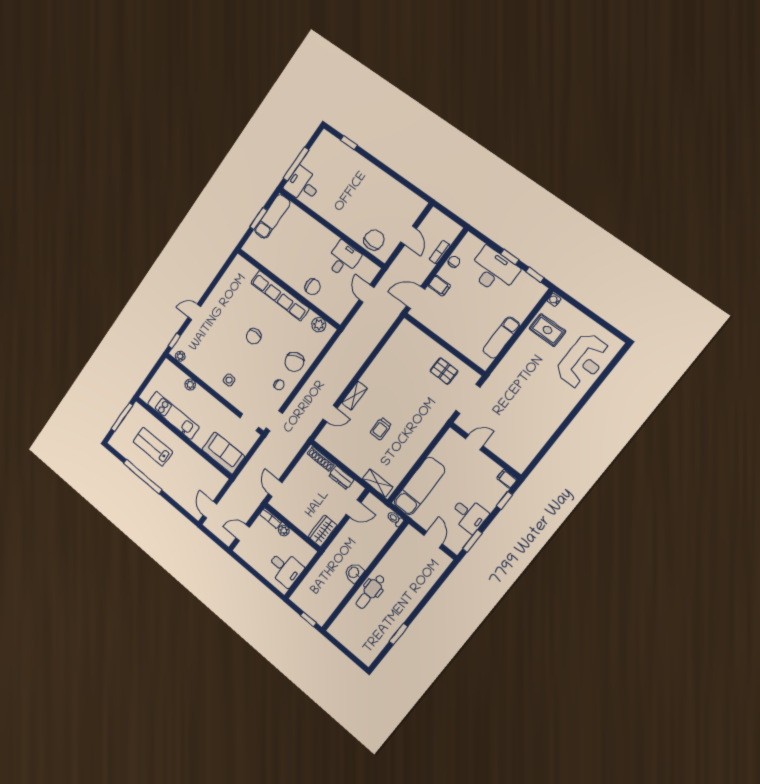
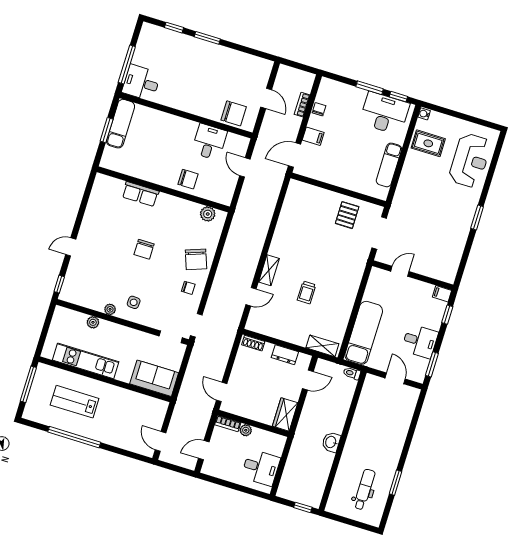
window: (375, 161) -> (207, 38), added
chair: (374, 240) -> (234, 113), turned 90
window: (510, 257) -> (370, 88), width x1.50
desk: (493, 271) -> (385, 113), moved
row of seats: (280, 296) -> (140, 194), width x0.50
plant: (180, 356) -> (110, 309), moved
pallet: (444, 371) -> (347, 215), turned 90
window: (569, 419) -> (477, 217), added
shoe rack: (321, 459) -> (253, 343), width x0.70
dental chair: (370, 592) -> (364, 489), moved, turned 180

